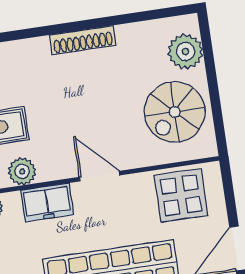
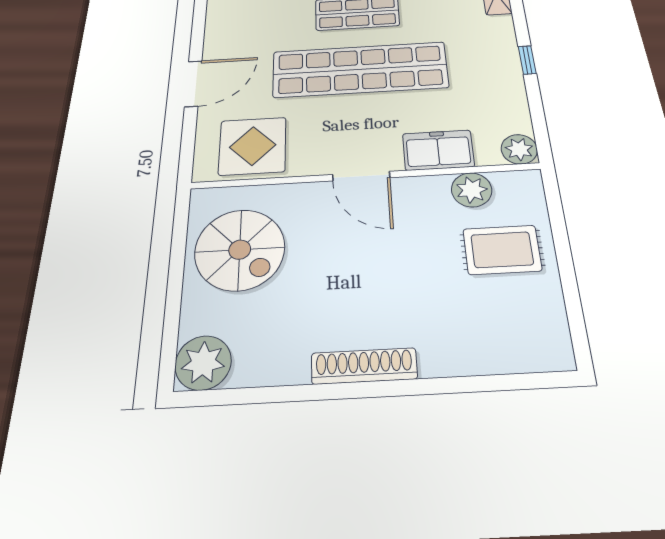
plant: (185, 52) -> (203, 363), moved
spiral stairs: (175, 112) -> (240, 250), turned 90

